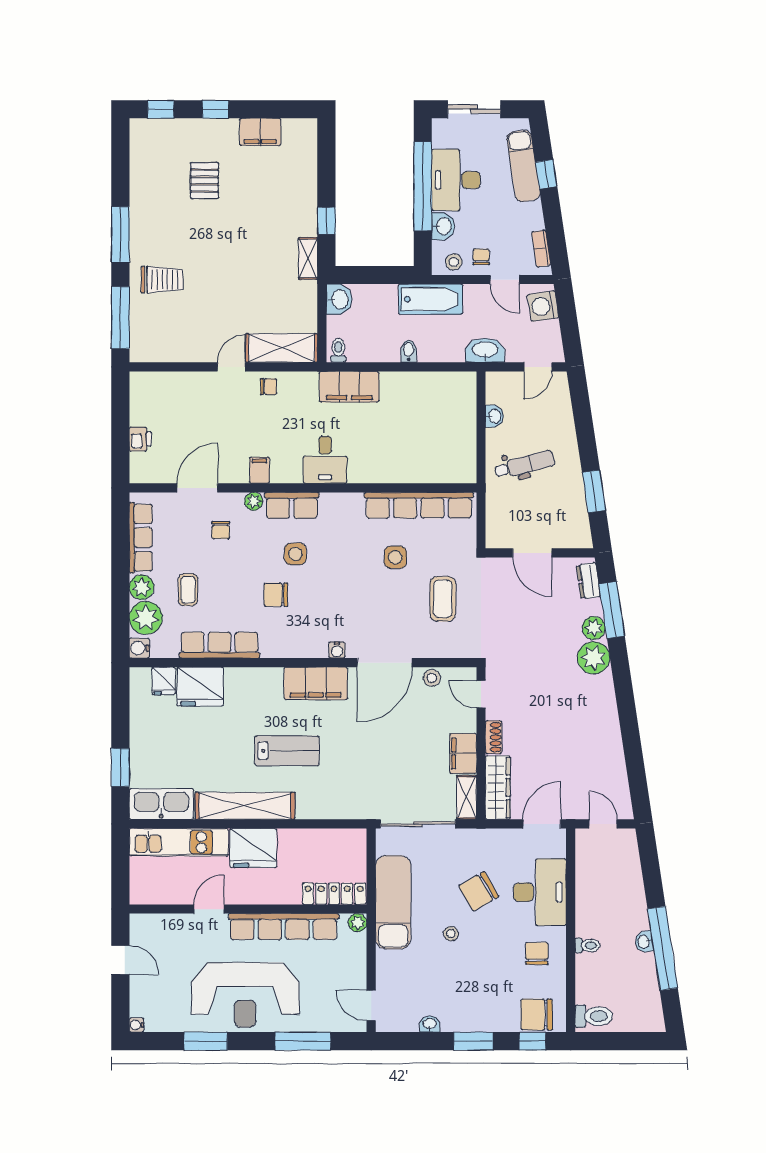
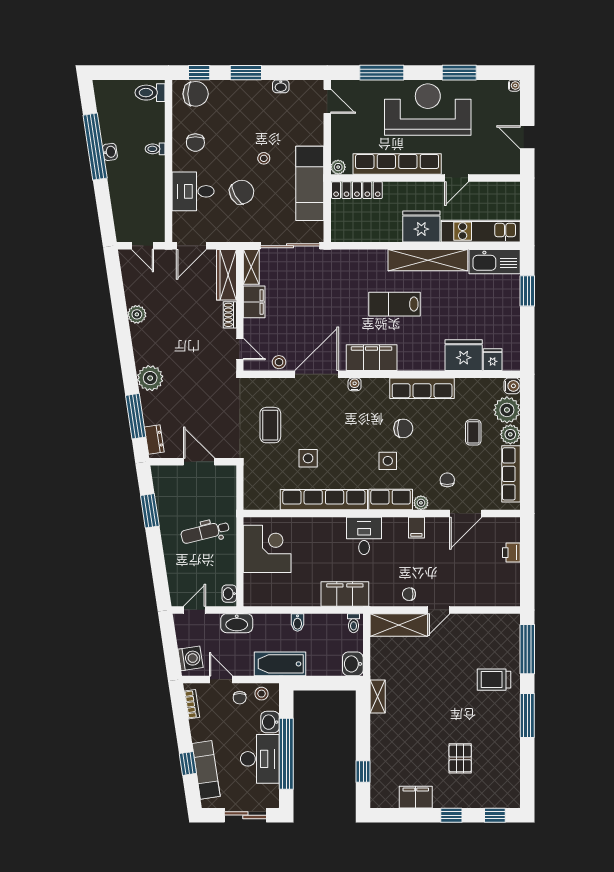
window: (326, 221) -> (363, 772), moved
washbasin: (494, 416) -> (229, 594), moved
corner desk: (447, 444) -> (267, 549), added
row of seats: (419, 505) -> (324, 500), moved
plant: (594, 628) -> (137, 314), moved
row of seats: (220, 645) -> (422, 388), moved
desk: (540, 892) -> (193, 191), width x0.73

